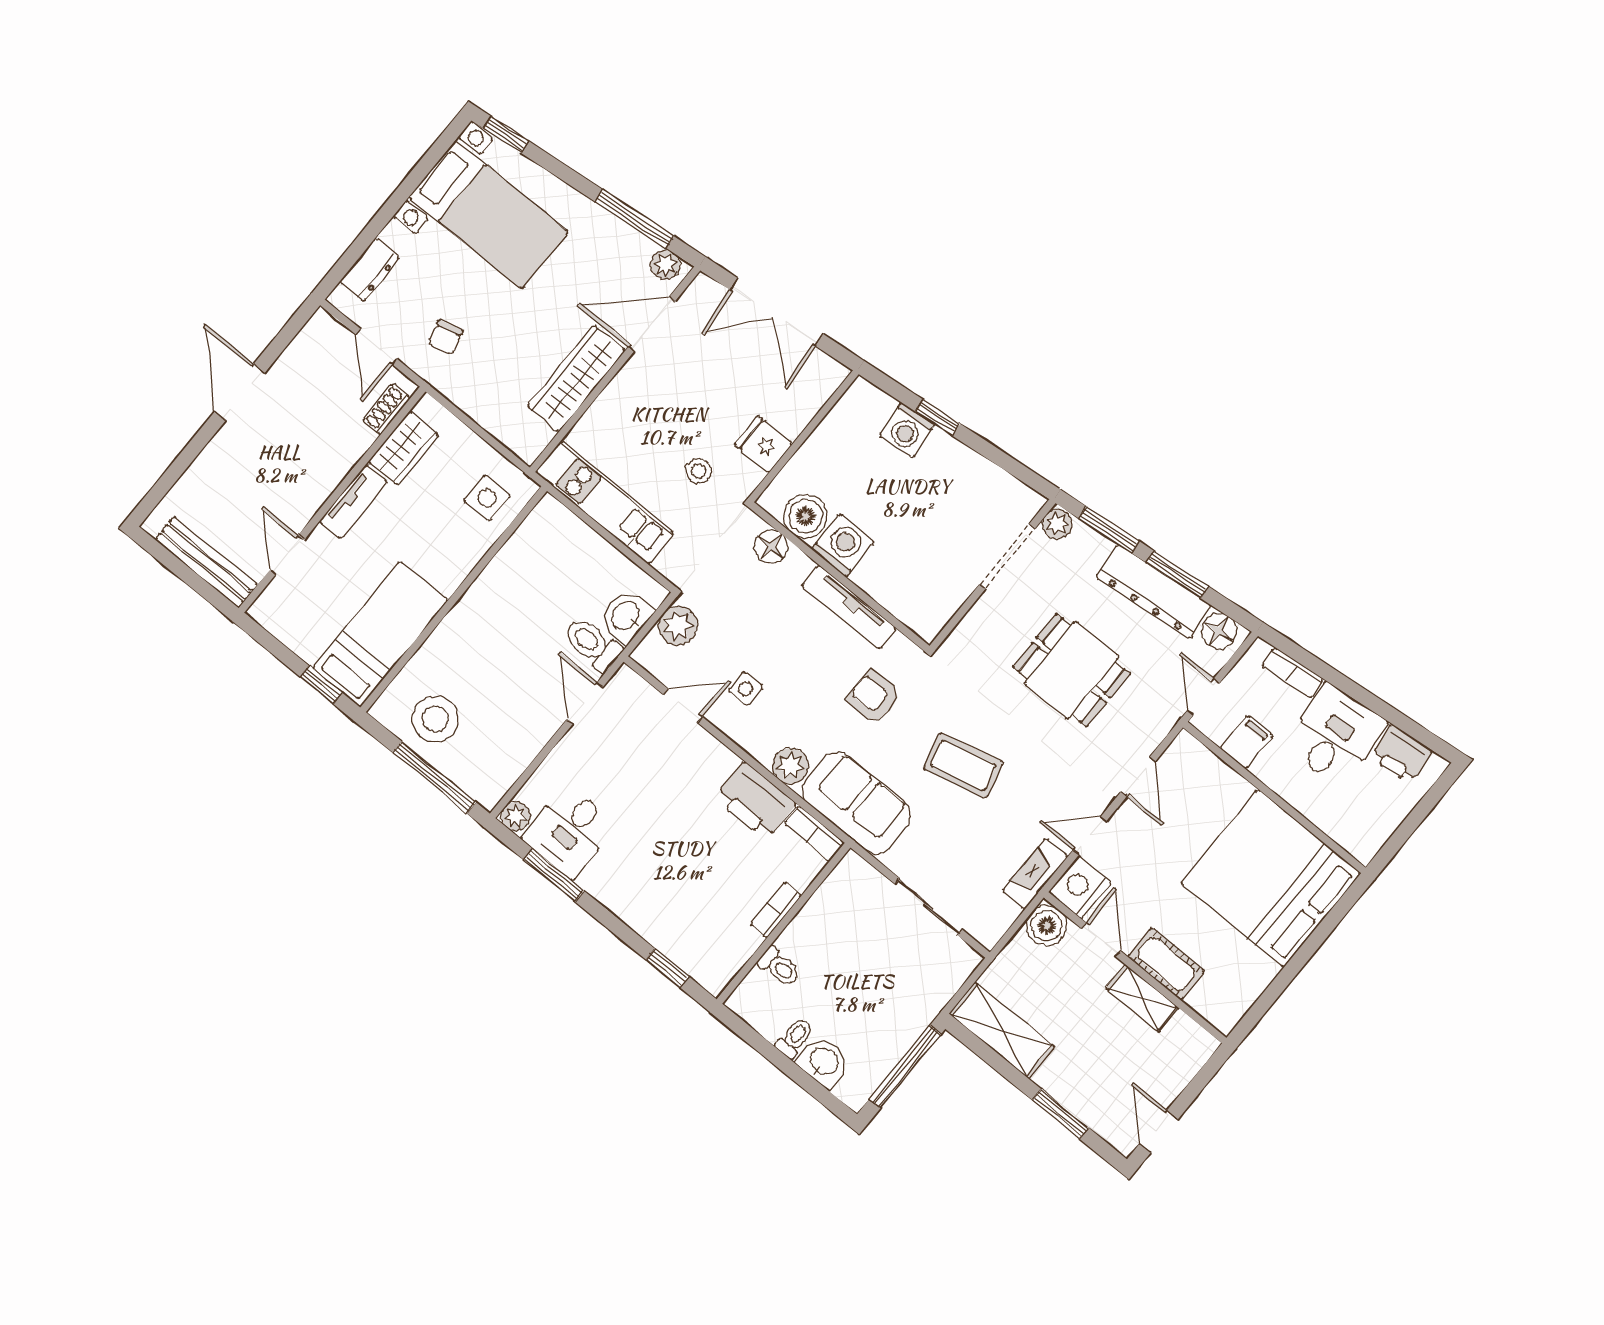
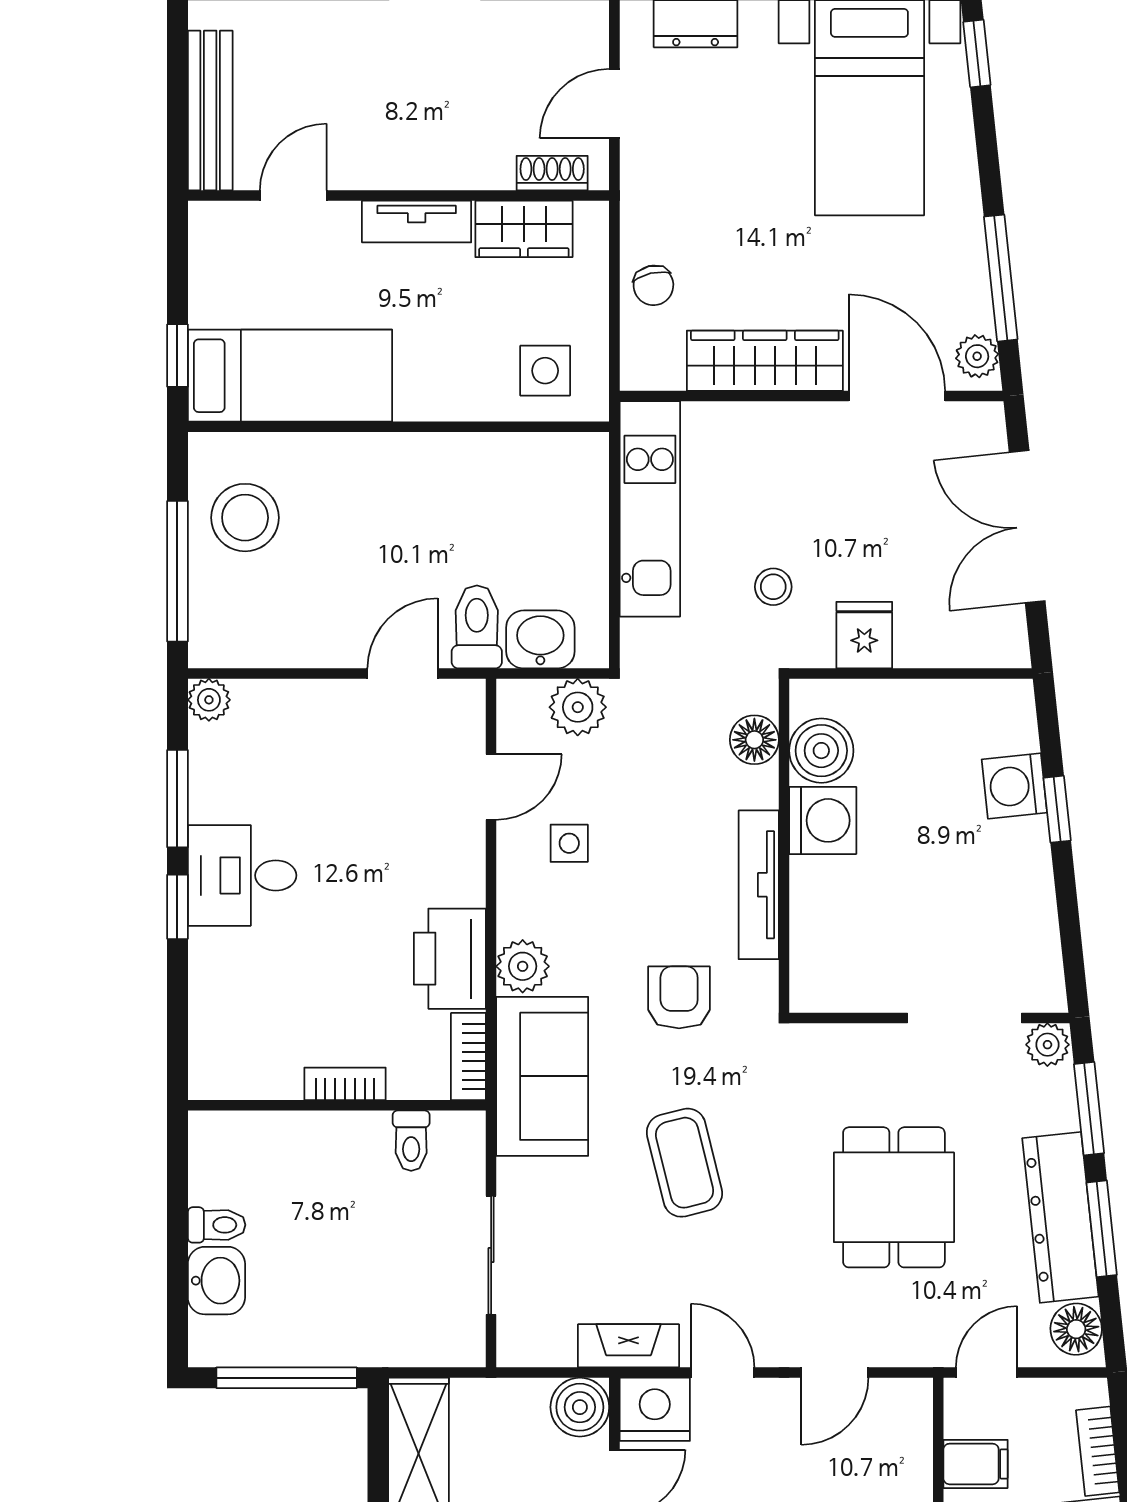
chair: (445, 337) -> (653, 285), moved, turned -88
door: (683, 705) -> (491, 787), hinge flipped
desk: (569, 831) -> (242, 875), moved
toilet: (779, 967) -> (411, 1141), moved
window: (668, 968) -> (177, 907), moved

